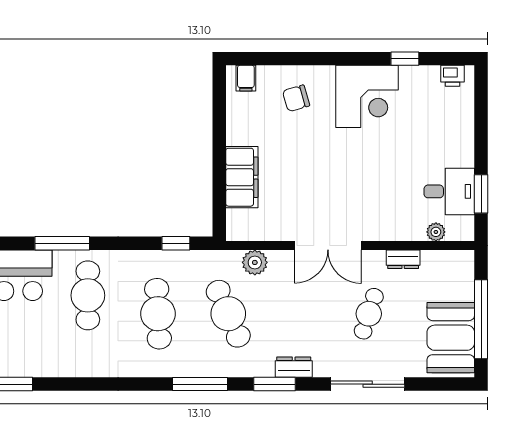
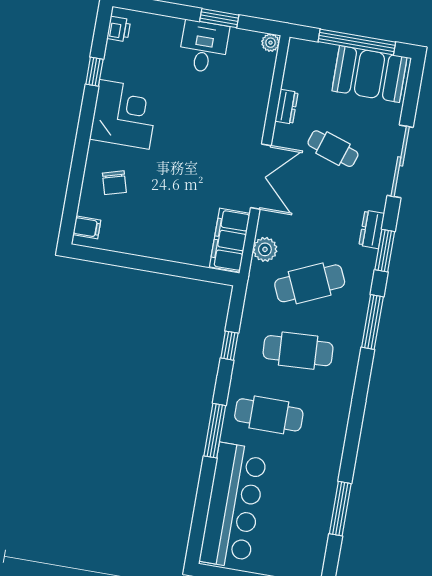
filing cabinet: (242, 177) -> (230, 240), moved, turned -90
desk: (449, 191) -> (204, 47), moved
window: (481, 194) -> (219, 18), moved
plant: (436, 232) -> (271, 43), moved
window: (176, 243) -> (229, 346), moved

